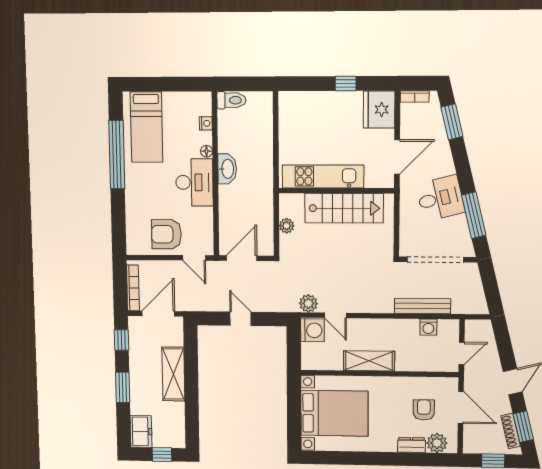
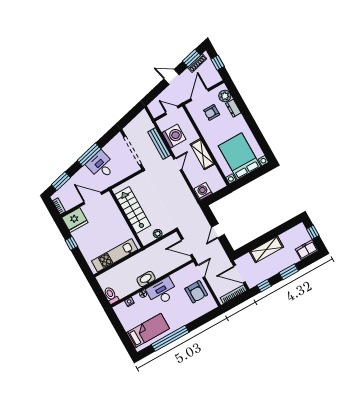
kitchen unit: (323, 176) -> (115, 255), moved, turned 90
window: (474, 215) -> (89, 155), moved
plant: (308, 303) -> (191, 201), removed
door: (335, 315) -> (178, 164), moved
washing machine: (428, 327) -> (174, 136), width x1.89, depth x1.89

